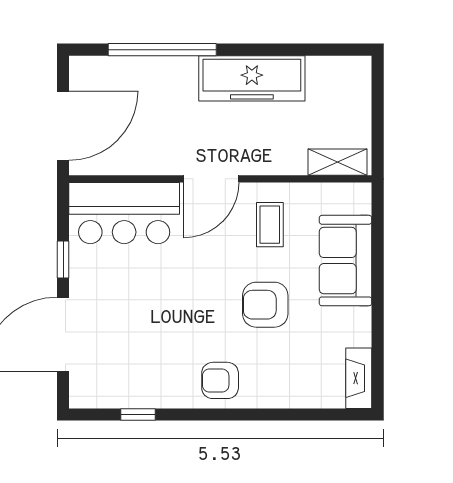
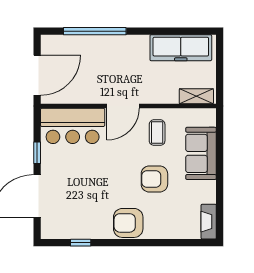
freezer: (252, 78) -> (181, 48), moved
armchair: (220, 380) -> (128, 223), width x1.38, depth x1.38

